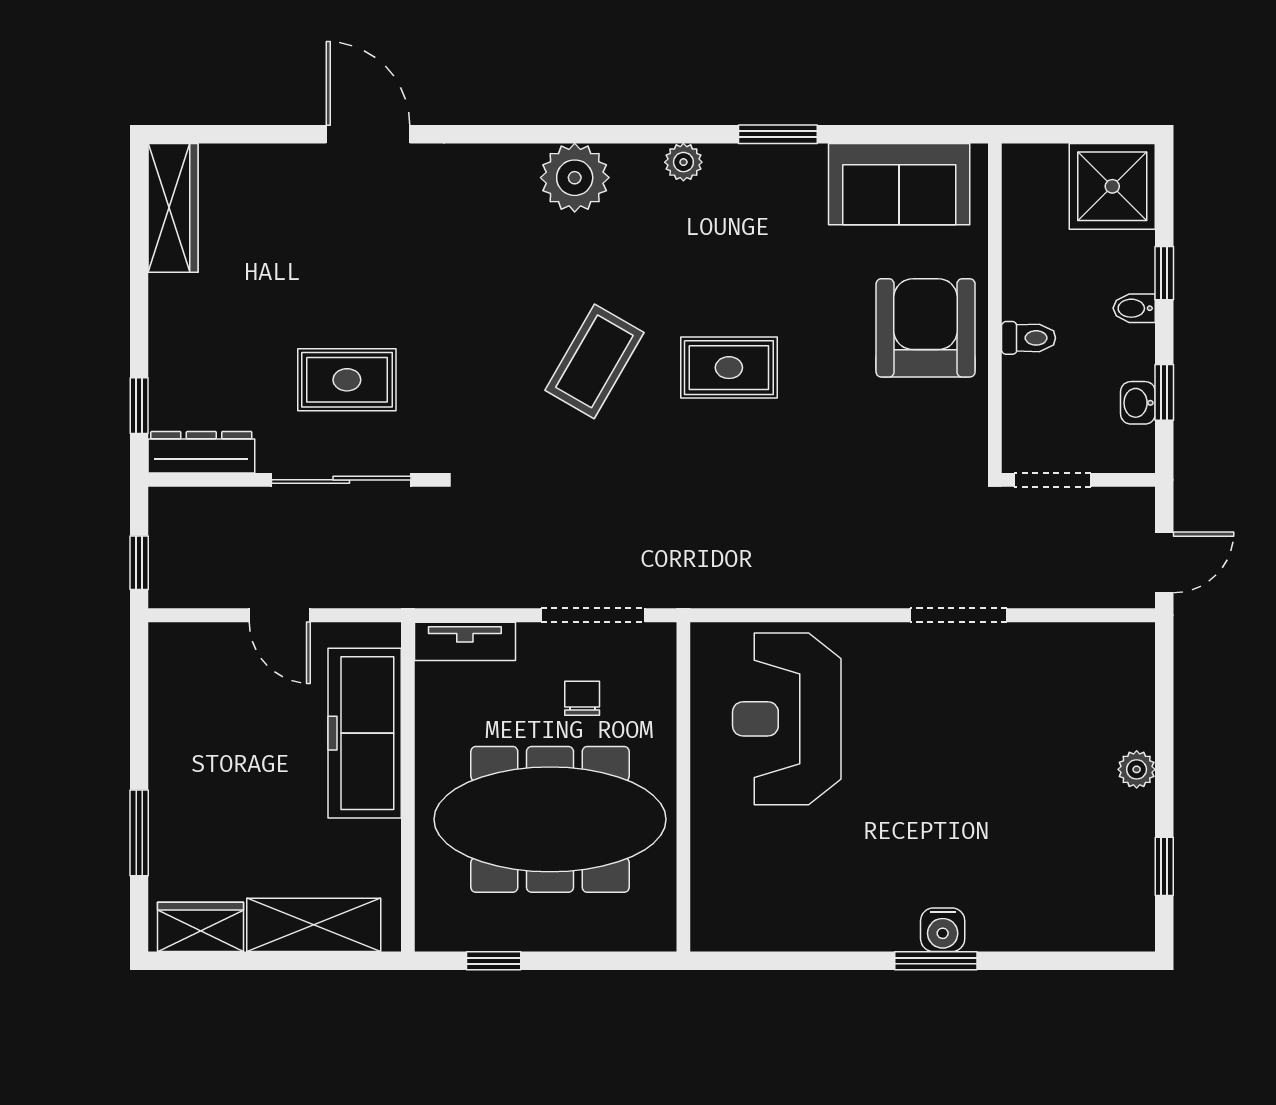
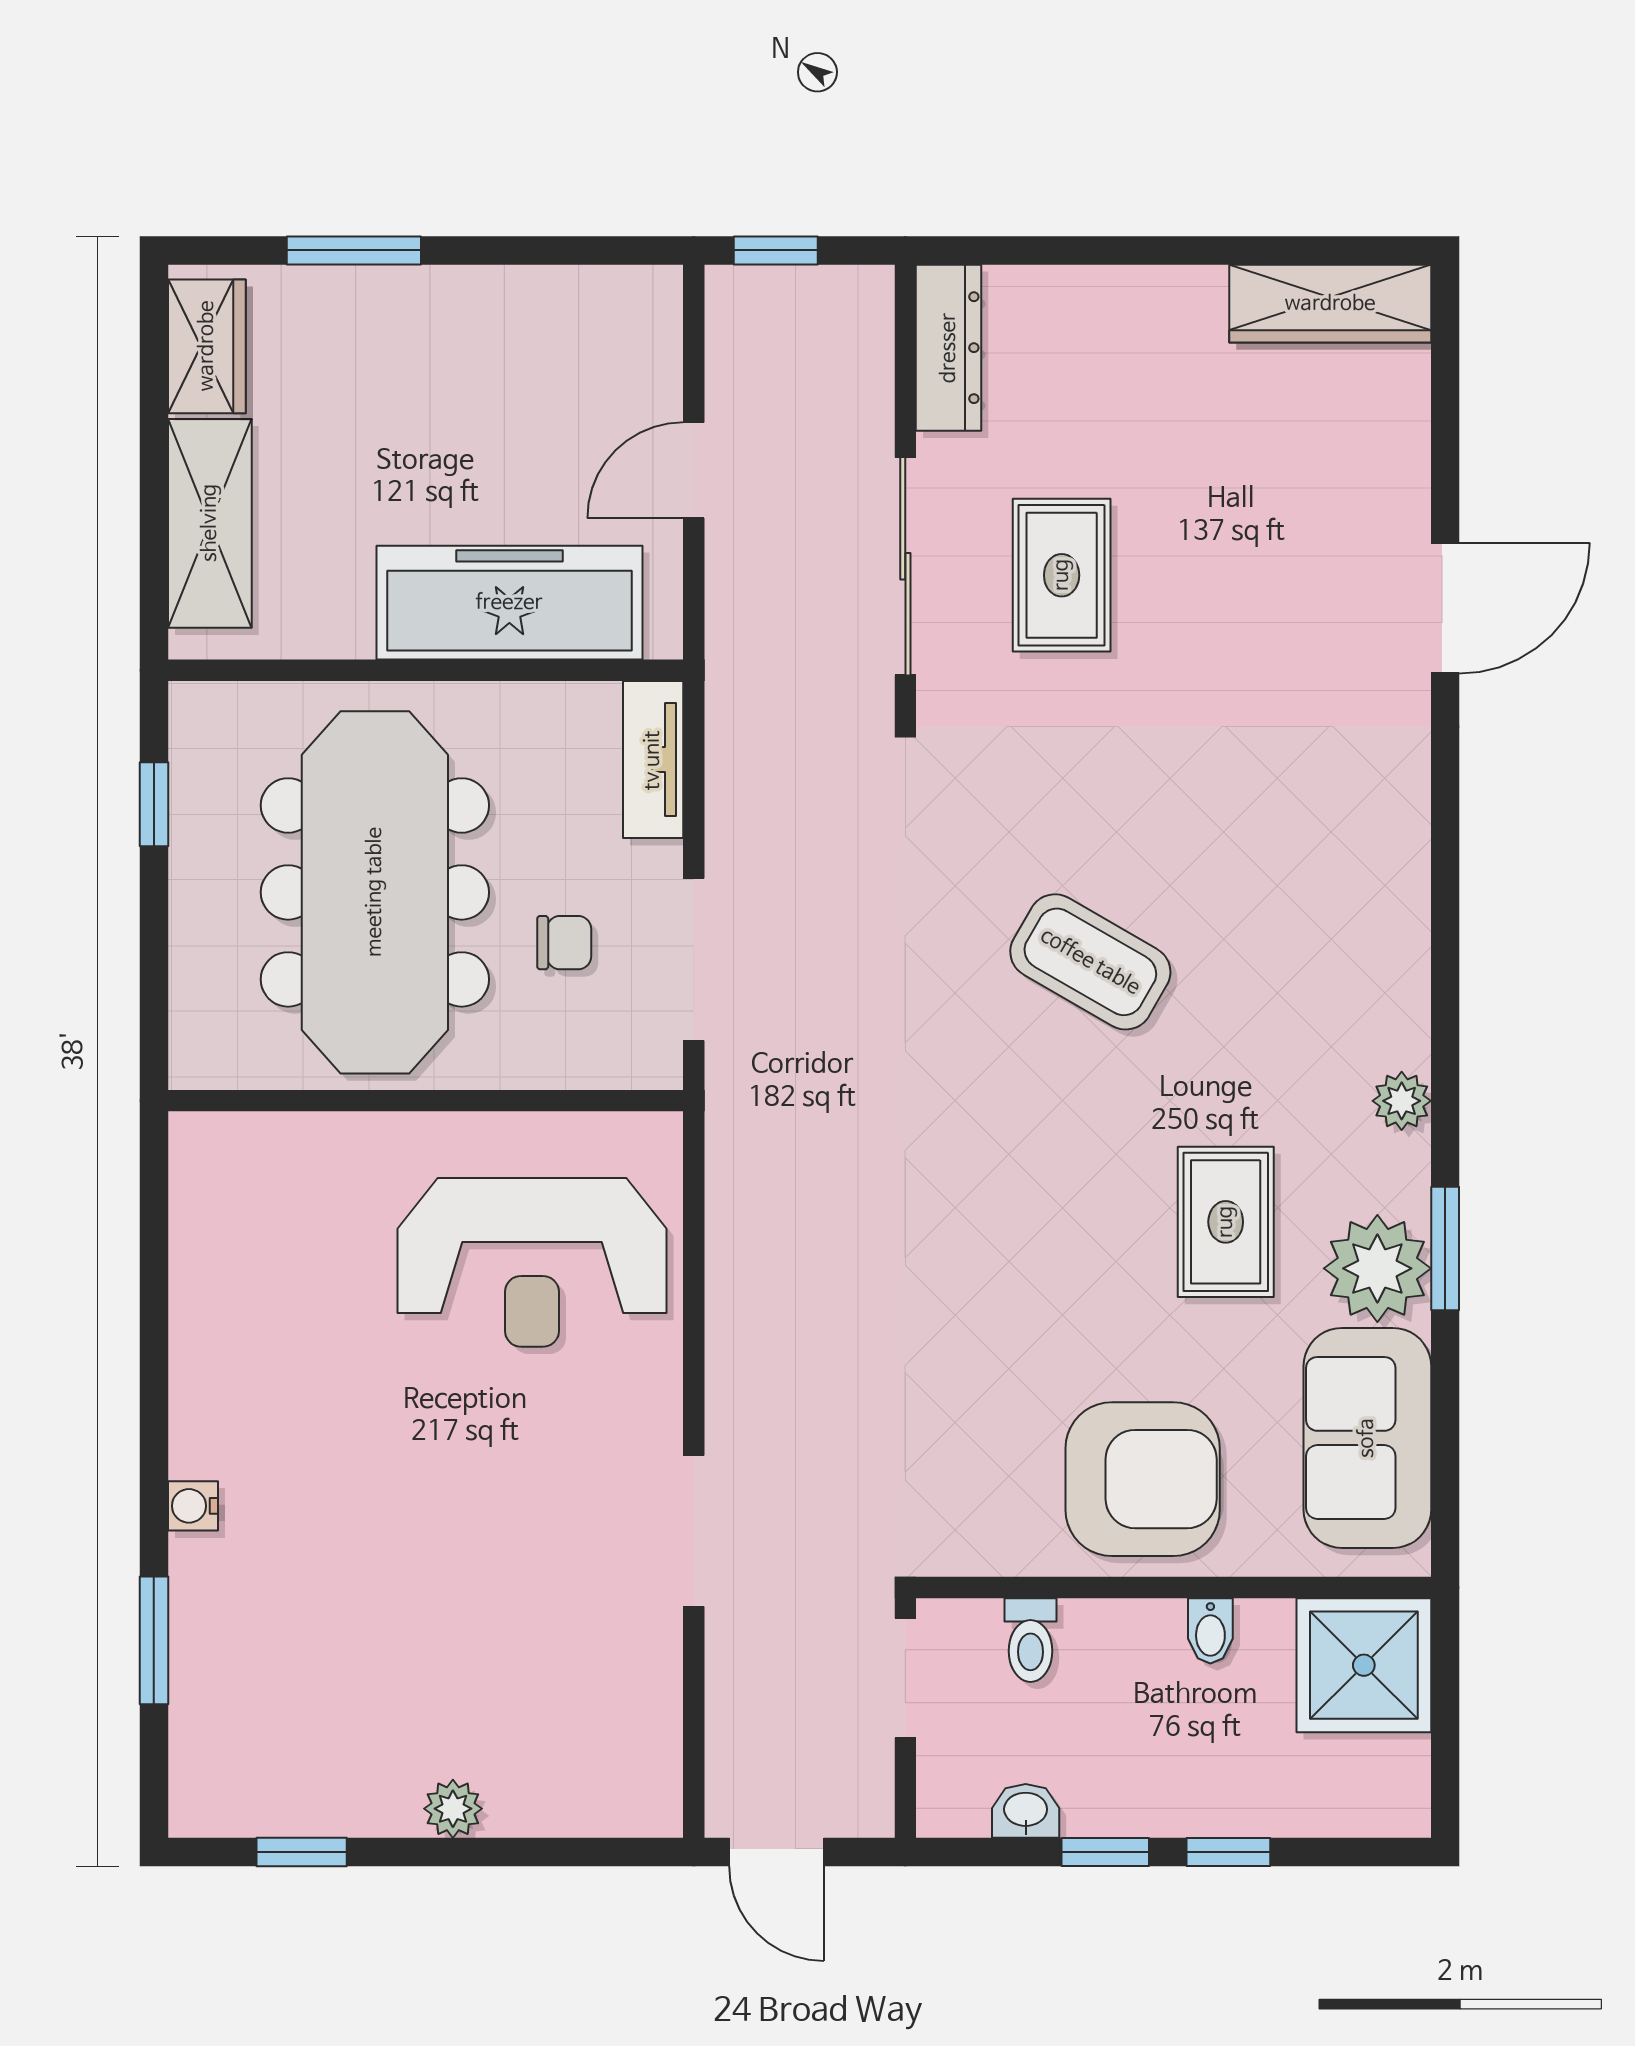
plant: (575, 178) -> (1377, 1268), moved
shower: (1112, 186) -> (1364, 1665), moved
bidet: (1134, 308) -> (1210, 1631), moved, turned 180
toilet: (1029, 338) -> (1030, 1640), moved
rug: (729, 368) -> (1226, 1222), moved
window: (1164, 392) -> (1105, 1852), moved
window: (139, 406) -> (1021, 250), removed
reception desk: (787, 719) -> (532, 1262), turned 180
water cooler: (943, 930) -> (193, 1506), width x0.72, depth x0.72
window: (936, 961) -> (154, 1640), moved

